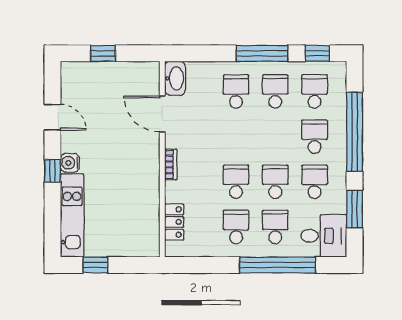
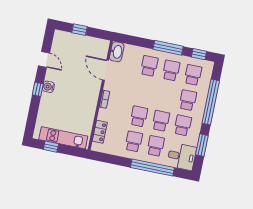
kitchen unit: (72, 216) -> (63, 138), moved, turned -90

